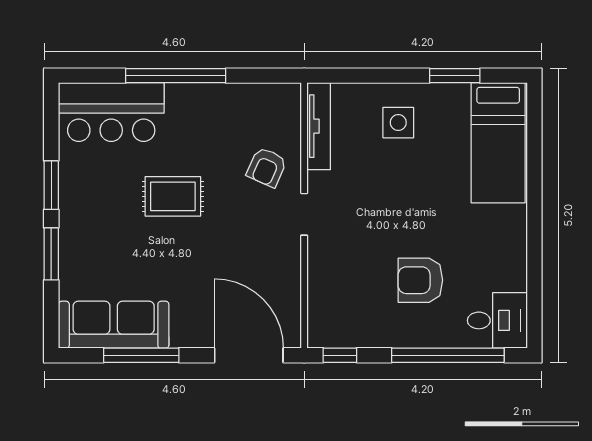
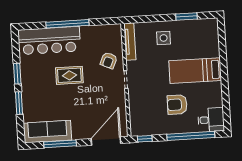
bar counter: (111, 112) -> (49, 40), width x1.36
bed: (498, 143) -> (195, 71), moved, turned 90
door: (249, 355) -> (106, 141), hinge flipped

